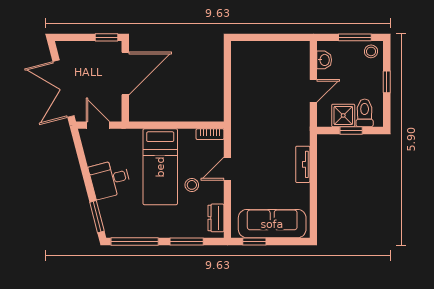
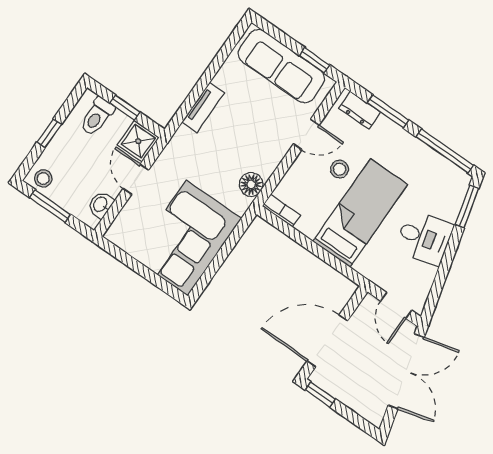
corner sofa: (256, 77) -> (187, 238), added
door: (313, 91) -> (136, 179), hinge flipped
shower: (343, 115) -> (138, 141), moved
floor lamp: (240, 137) -> (251, 184), added
door: (227, 169) -> (306, 135), moved
dresser: (216, 218) -> (360, 110), moved, turned 90

